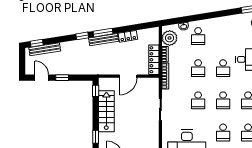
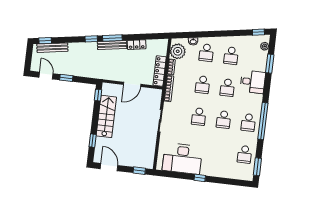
school desk: (223, 132) -> (231, 56), moved

